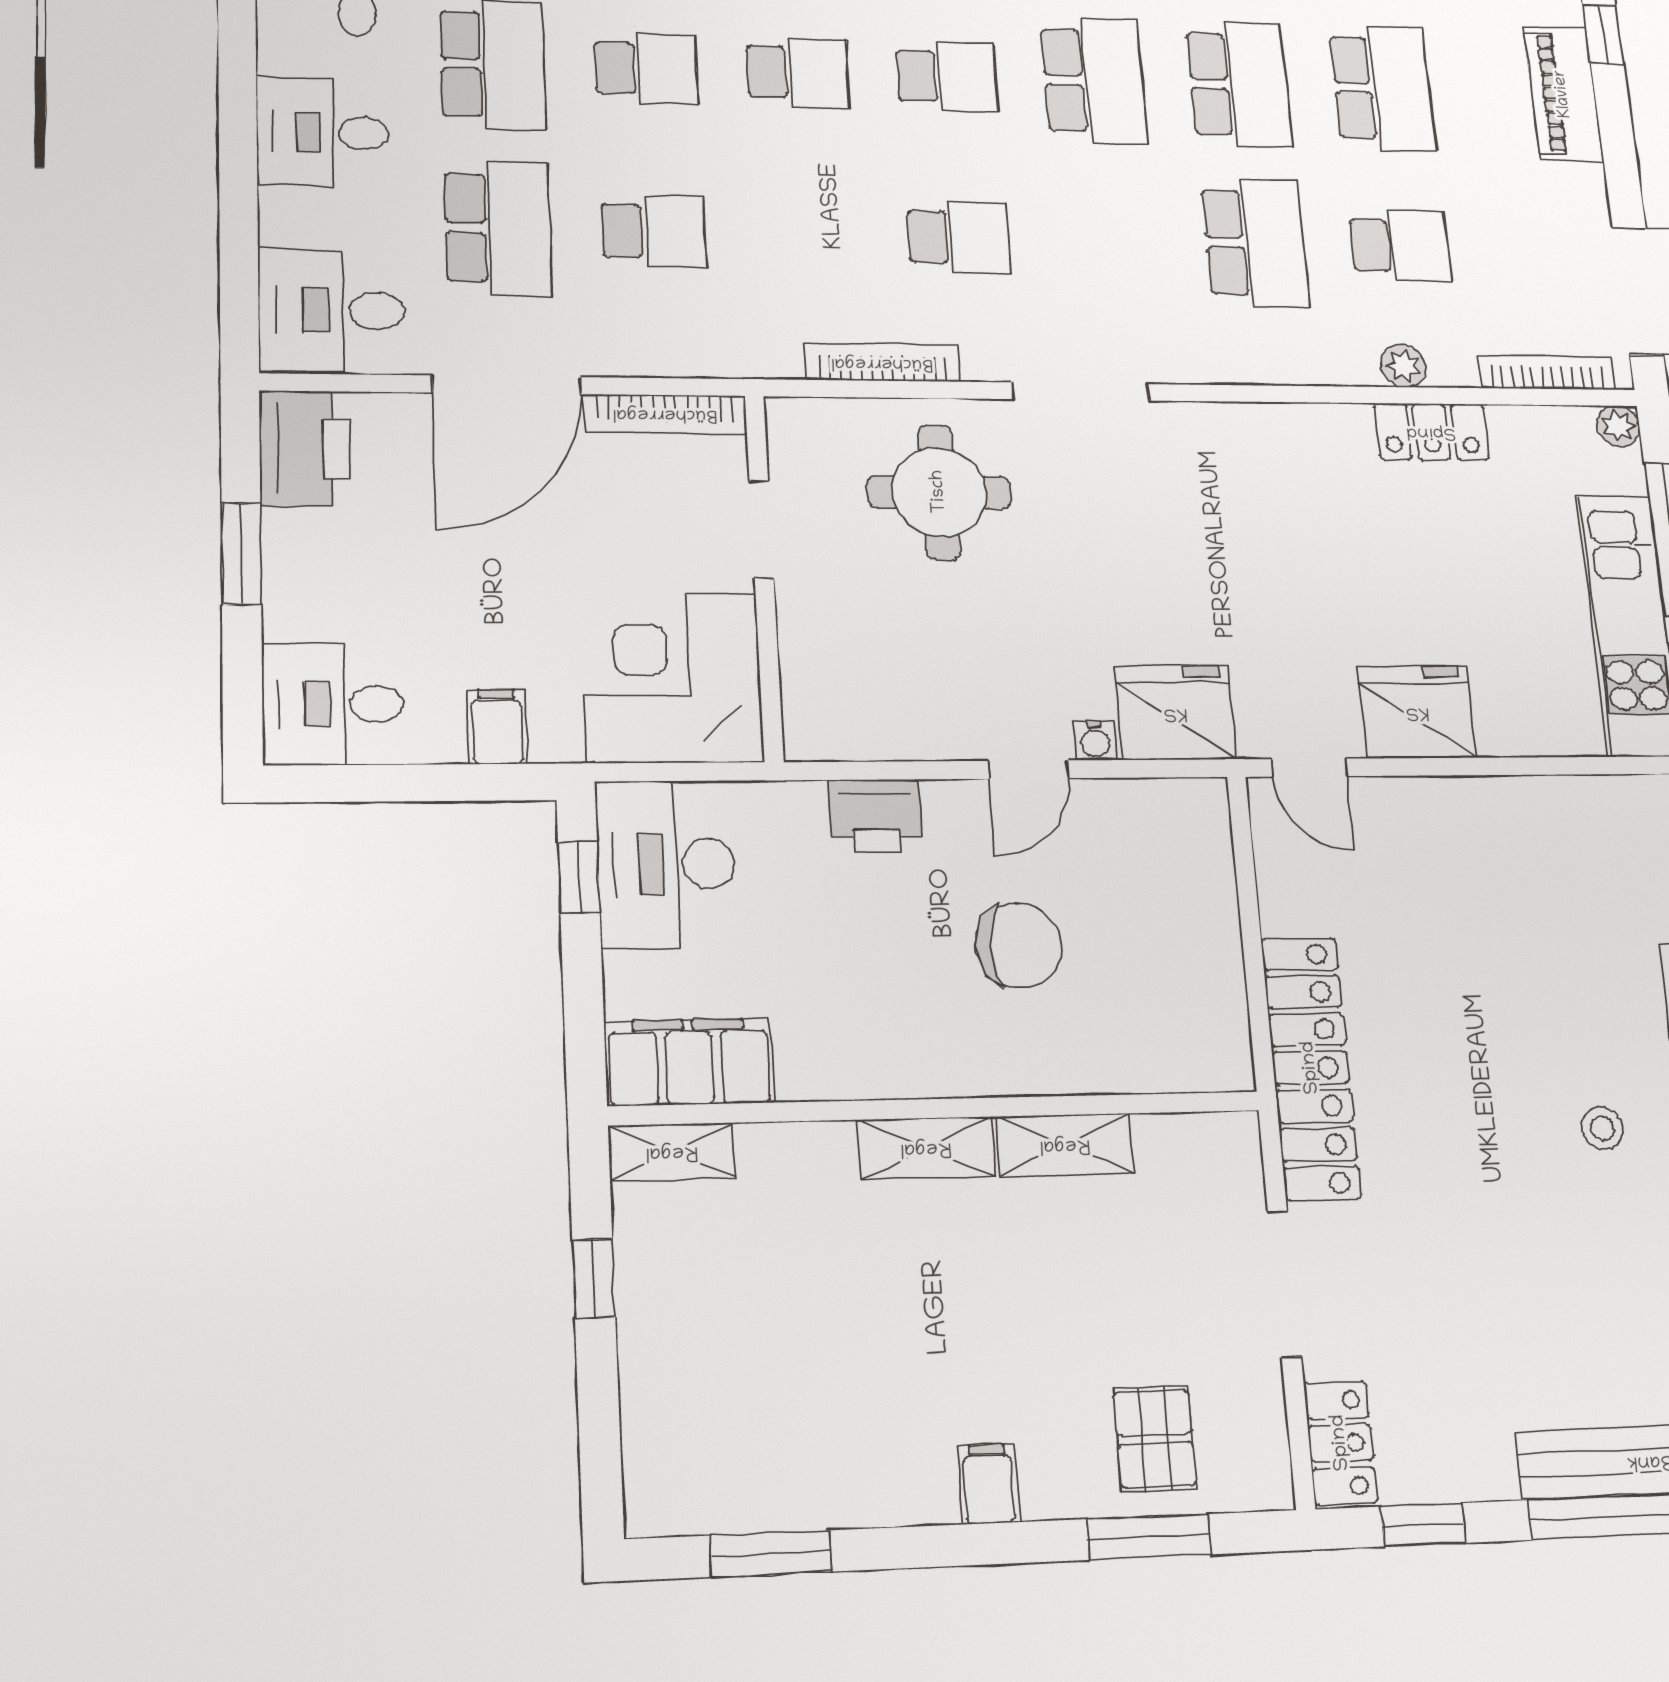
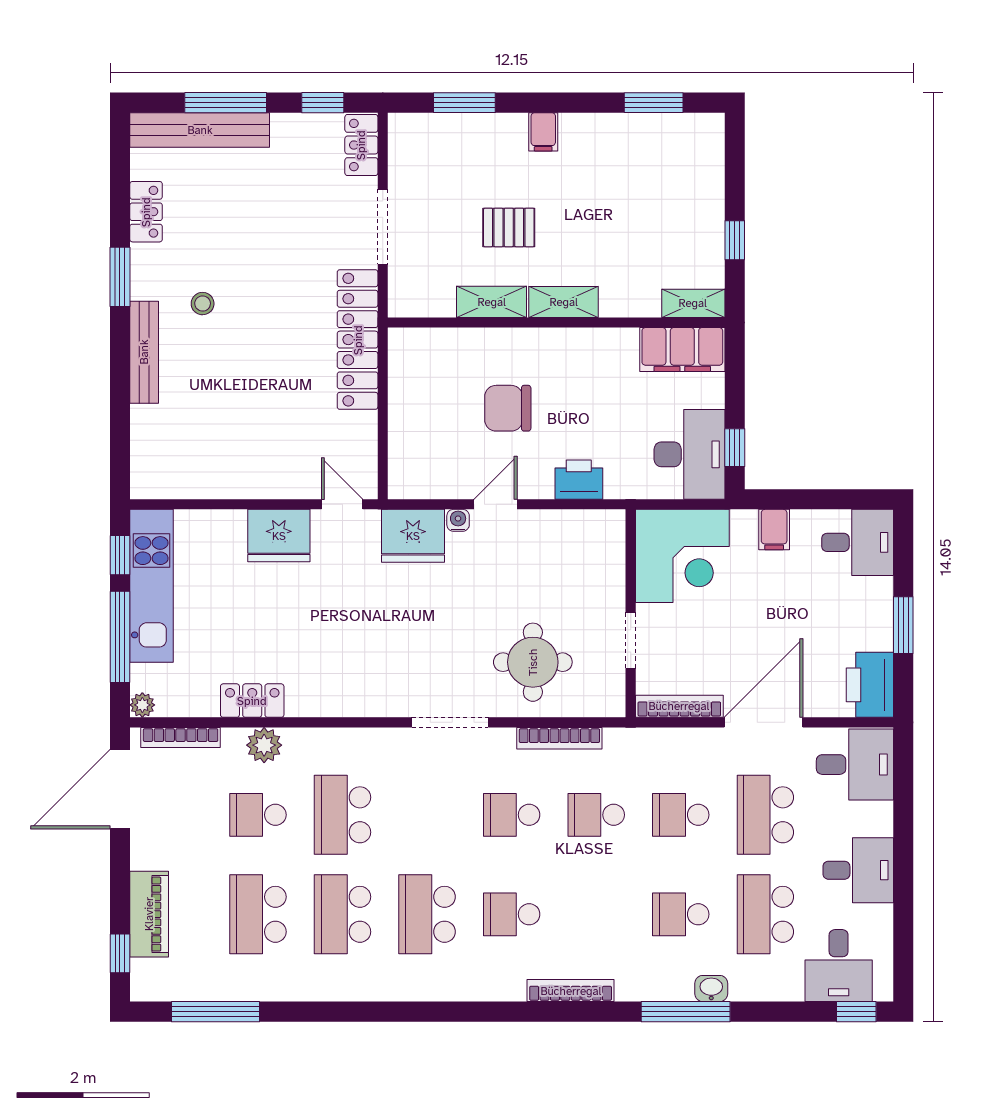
school desk: (798, 73) -> (596, 815), moved
plant: (1403, 366) -> (264, 745), width x1.38, depth x1.38
pallet: (1155, 1439) -> (509, 227), moved, turned 90

